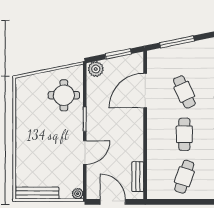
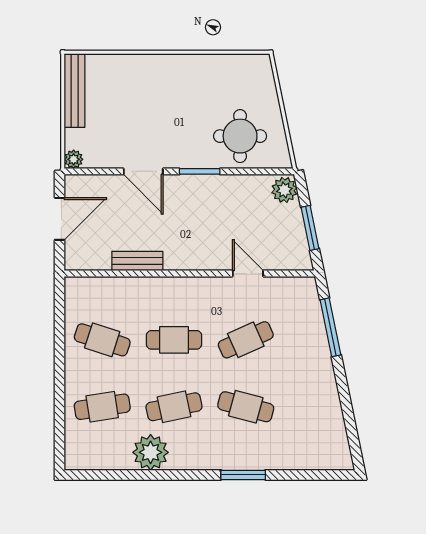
door: (145, 91) -> (248, 274), width x0.53
bench: (138, 177) -> (137, 261), moved

